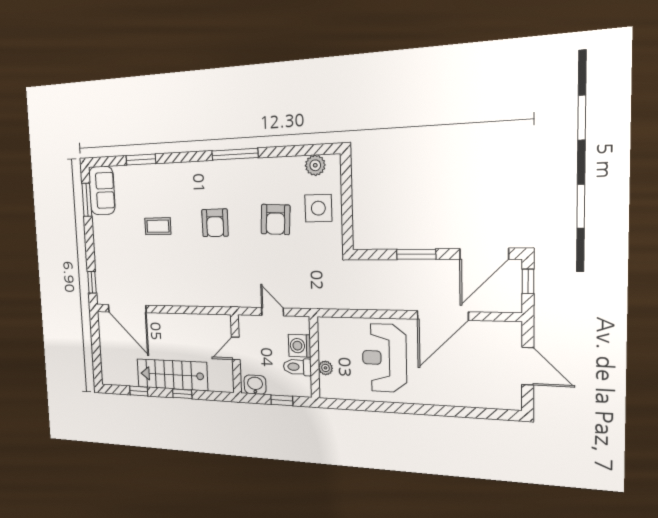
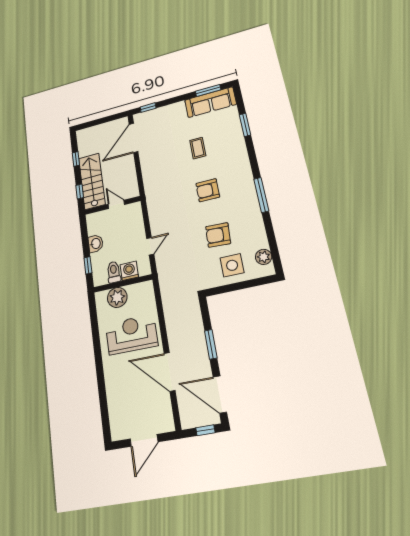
sofa: (102, 191) -> (210, 102), width x1.36
door: (236, 348) -> (116, 204), moved
wall: (236, 354) -> (112, 205), moved
plant: (325, 368) -> (117, 297), width x1.88, depth x1.88

